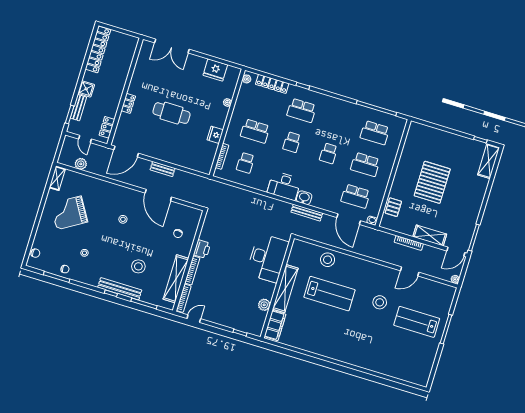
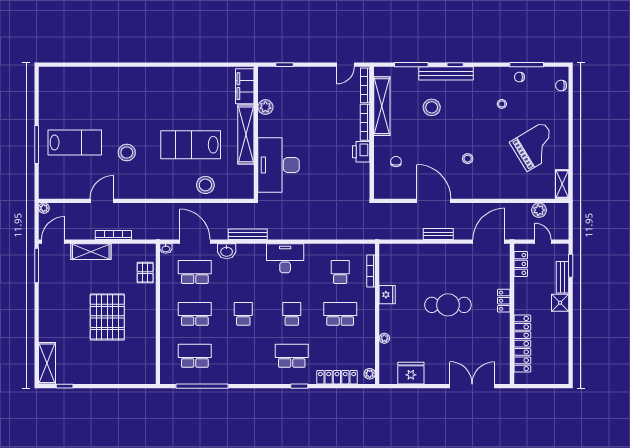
locker: (98, 49) -> (522, 344), moved, turned 180
washbasin: (304, 198) -> (227, 251), moved

